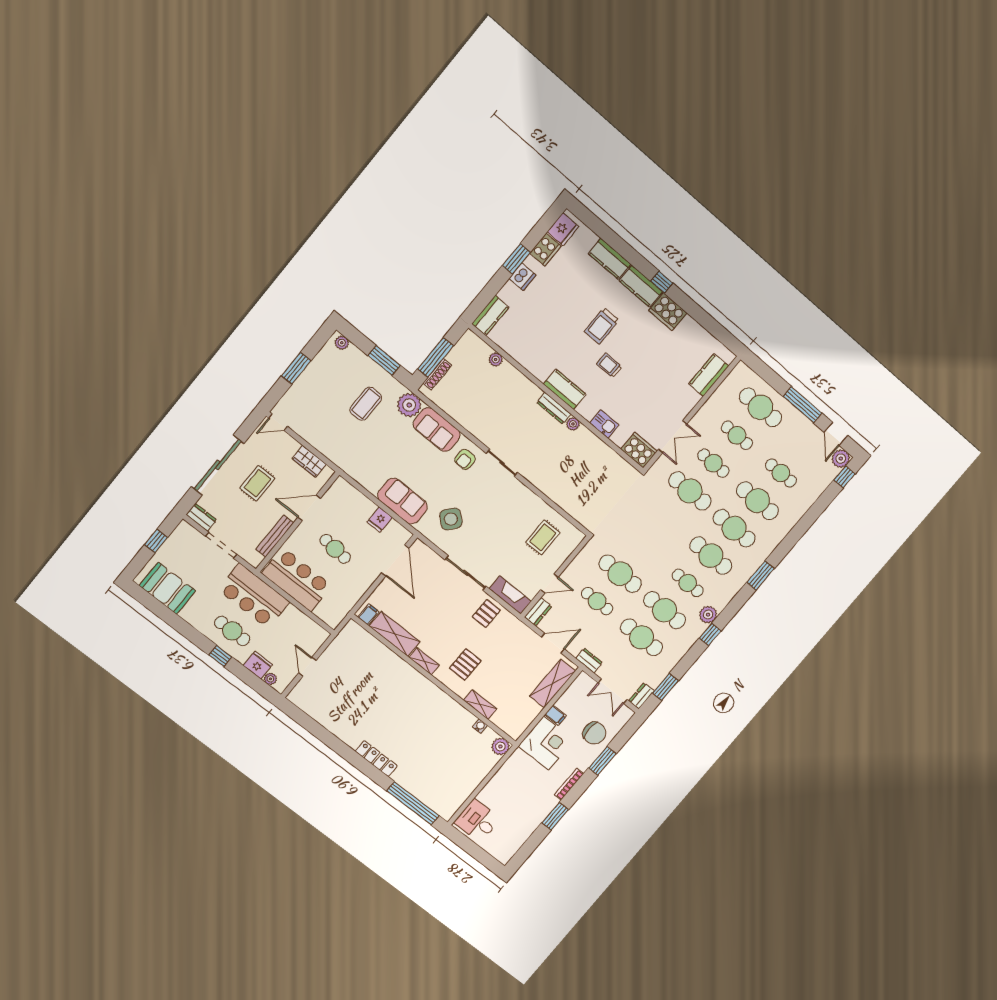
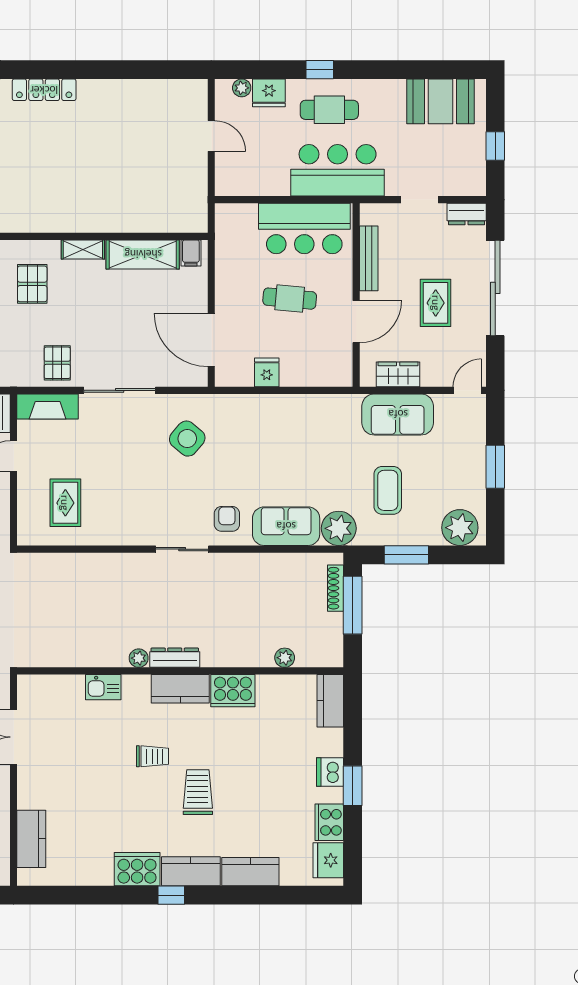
plant: (342, 343) -> (460, 528), width x1.88, depth x1.88
cooker: (639, 450) -> (233, 691), moved
sofa: (402, 501) -> (398, 414), moved
doorway: (221, 545) -> (420, 200), width x0.73

